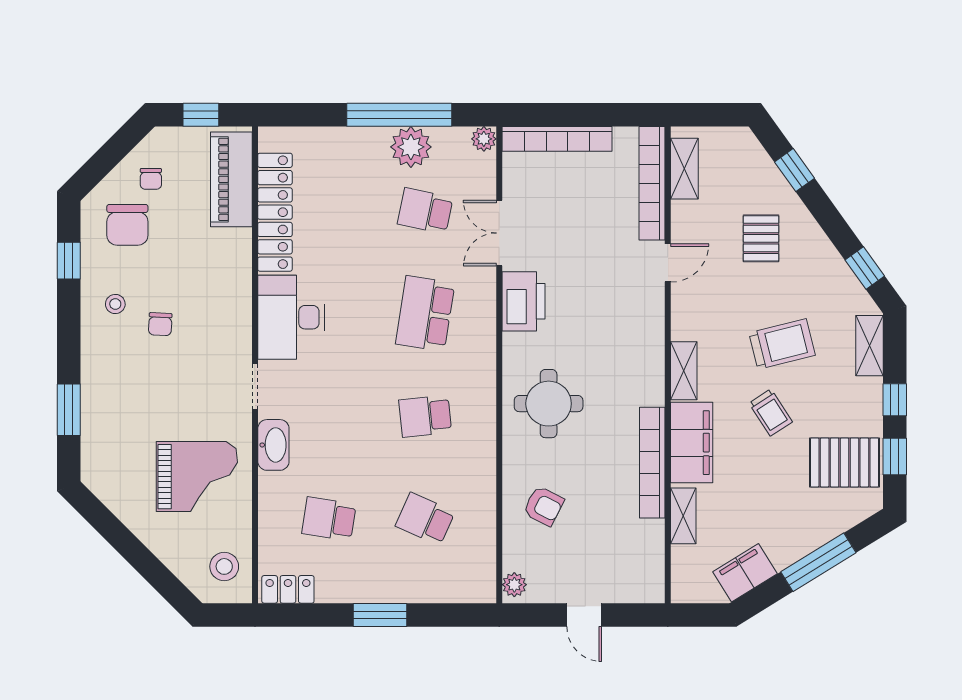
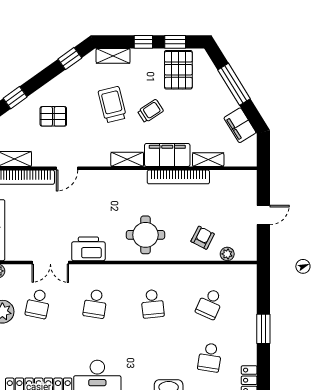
door: (668, 263) -> (67, 168), swing flipped
school desk: (425, 313) -> (95, 304), width x0.54
plant: (514, 585) -> (227, 254), moved

